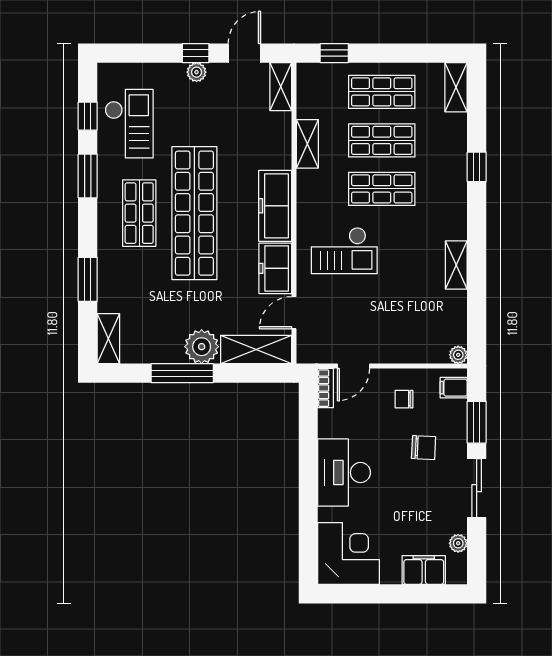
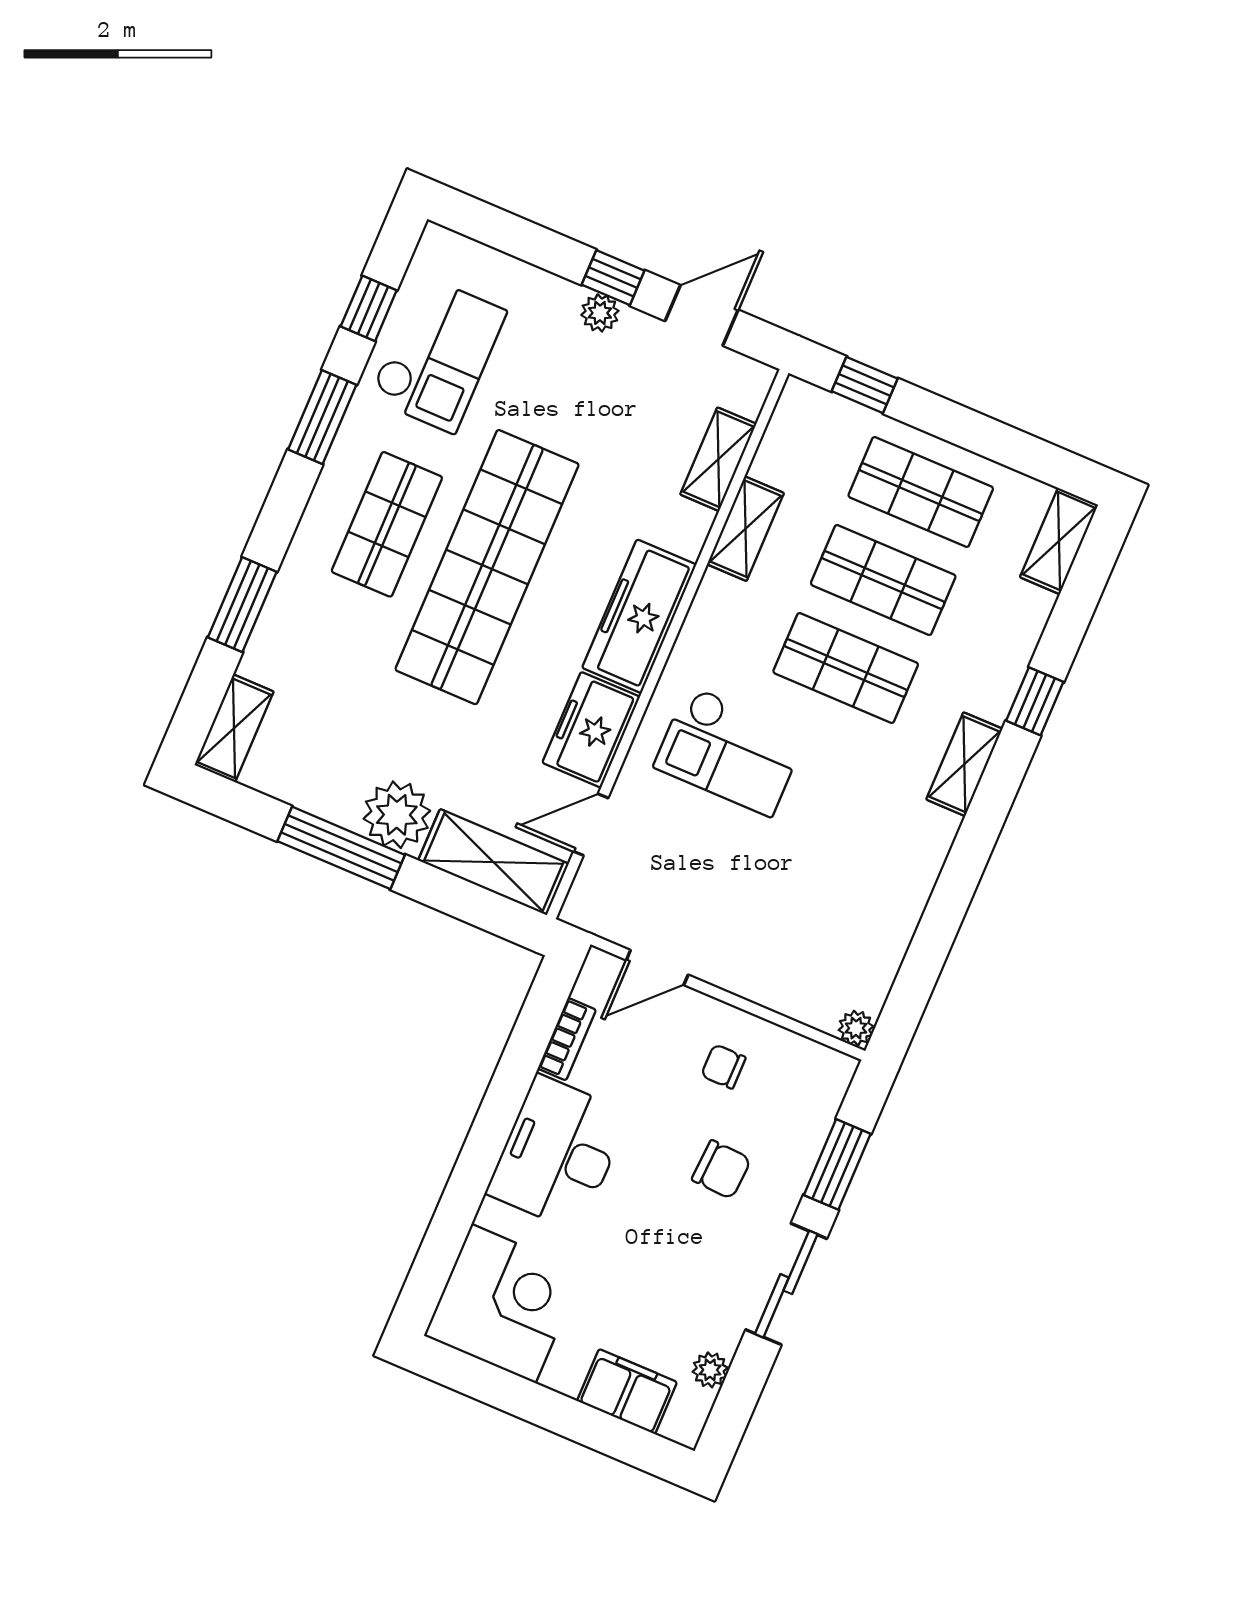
shelving: (281, 87) -> (718, 459), moved
shelving: (456, 265) -> (964, 764), moved
bookcase: (326, 388) -> (567, 1039), moved
filing cabinet: (454, 388) -> (822, 1084), removed

